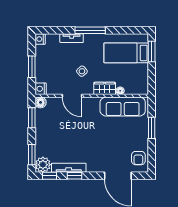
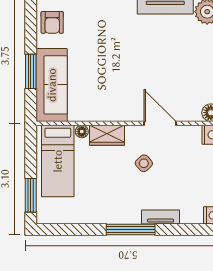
bed: (126, 53) -> (58, 161), moved, turned 90
sofa: (123, 107) -> (52, 85), moved, turned 90
armchair: (138, 158) -> (52, 22), turned 180

